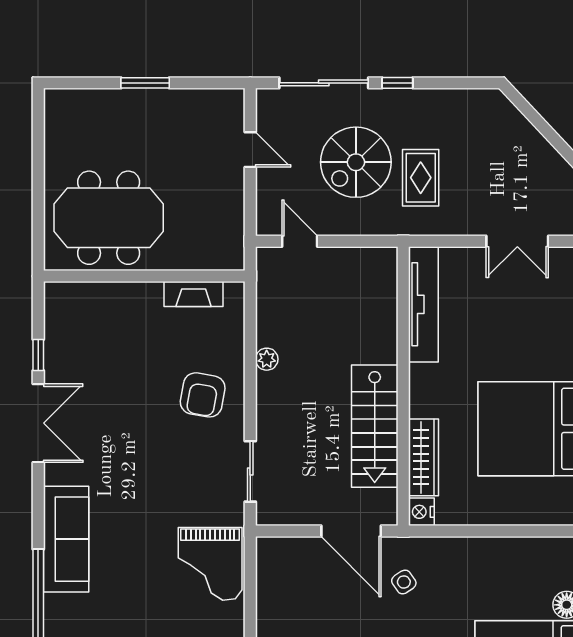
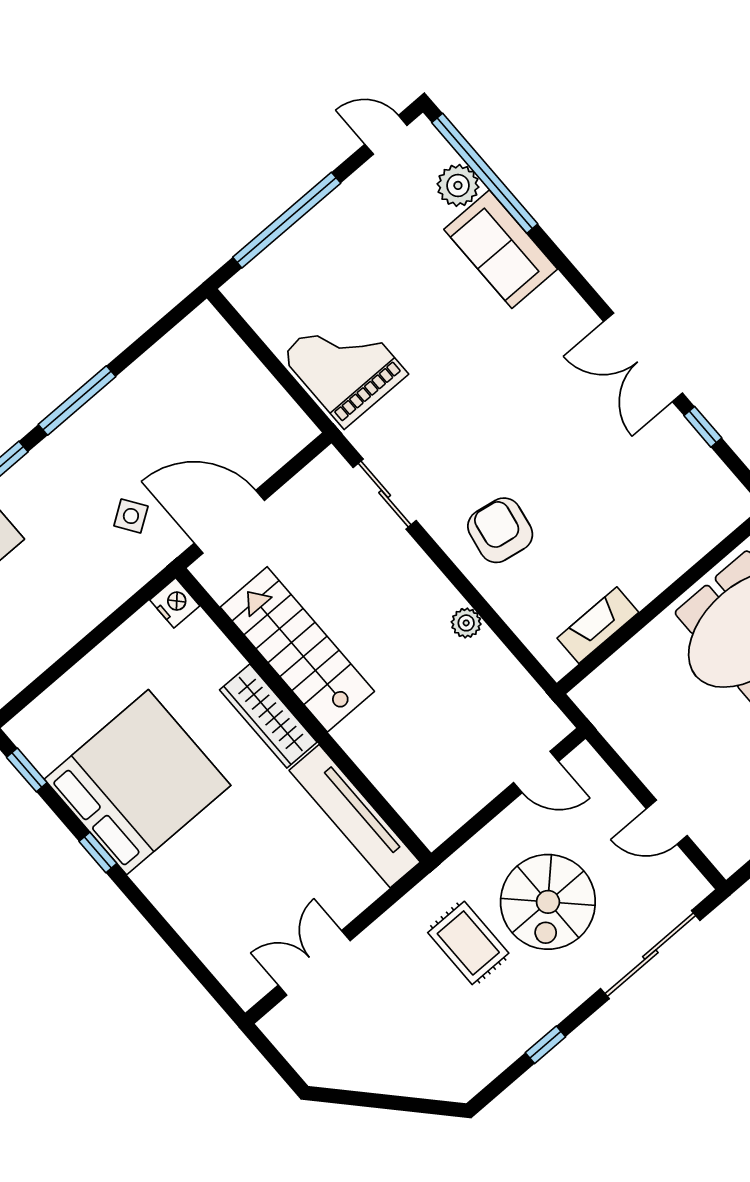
window: (397, 83) -> (545, 1045), moved
spiral stairs: (356, 162) -> (548, 902), turned 180
wardrobe: (423, 457) -> (268, 716), moved
sofa: (66, 539) -> (501, 249), width x0.73
plant: (59, 610) -> (458, 185), added

